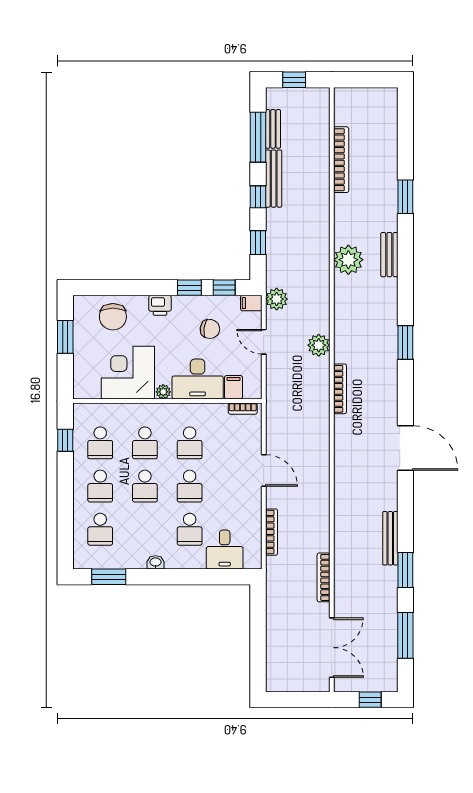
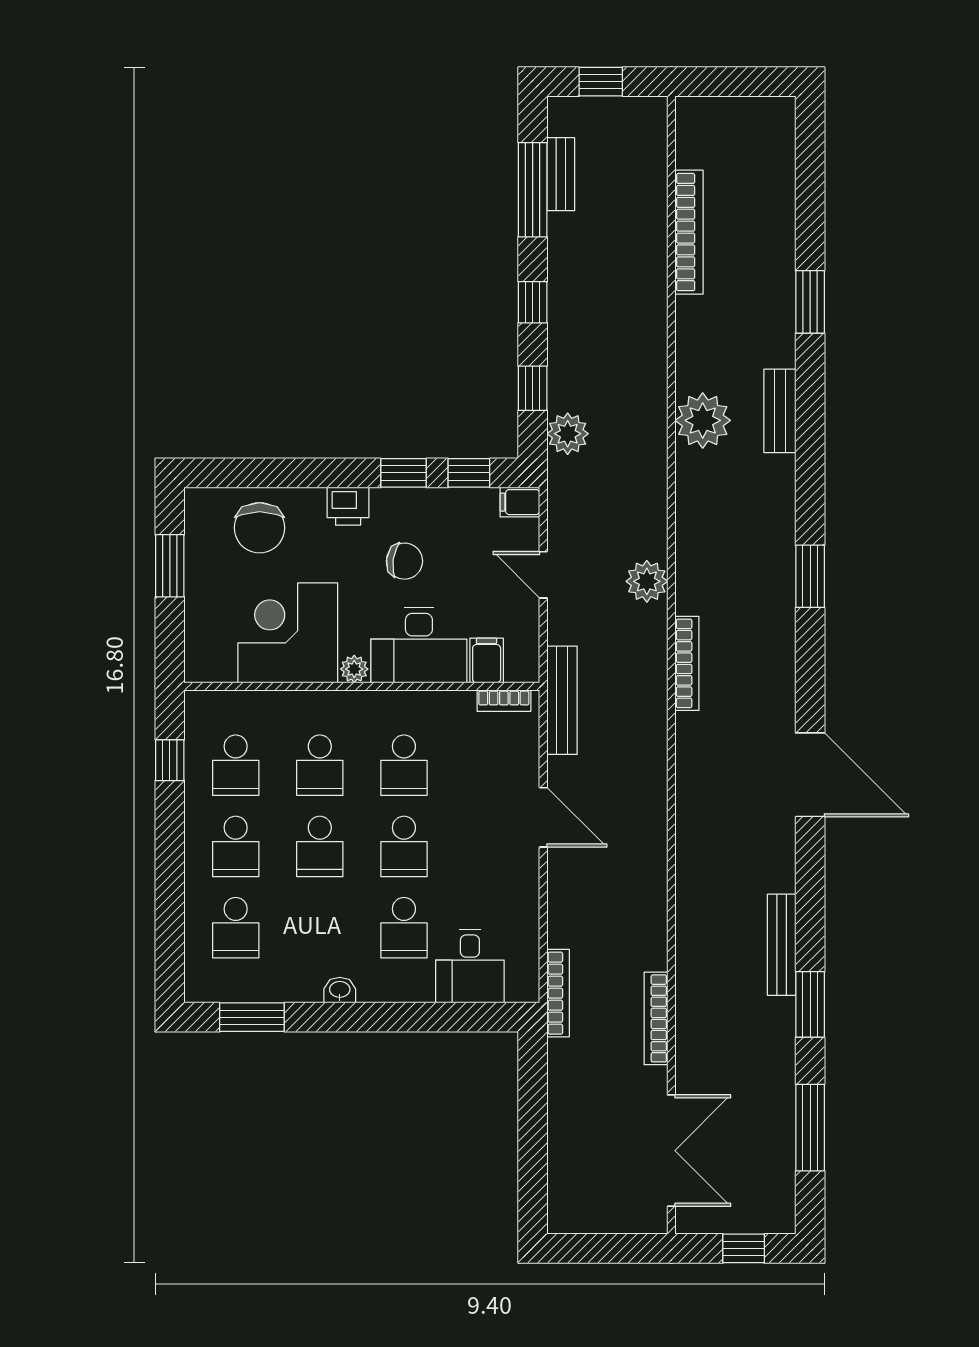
bench: (274, 179) -> (562, 700), moved
plant: (277, 299) -> (568, 434), moved
chair: (210, 329) -> (404, 561), moved
bookcase: (271, 532) -> (558, 993), moved

